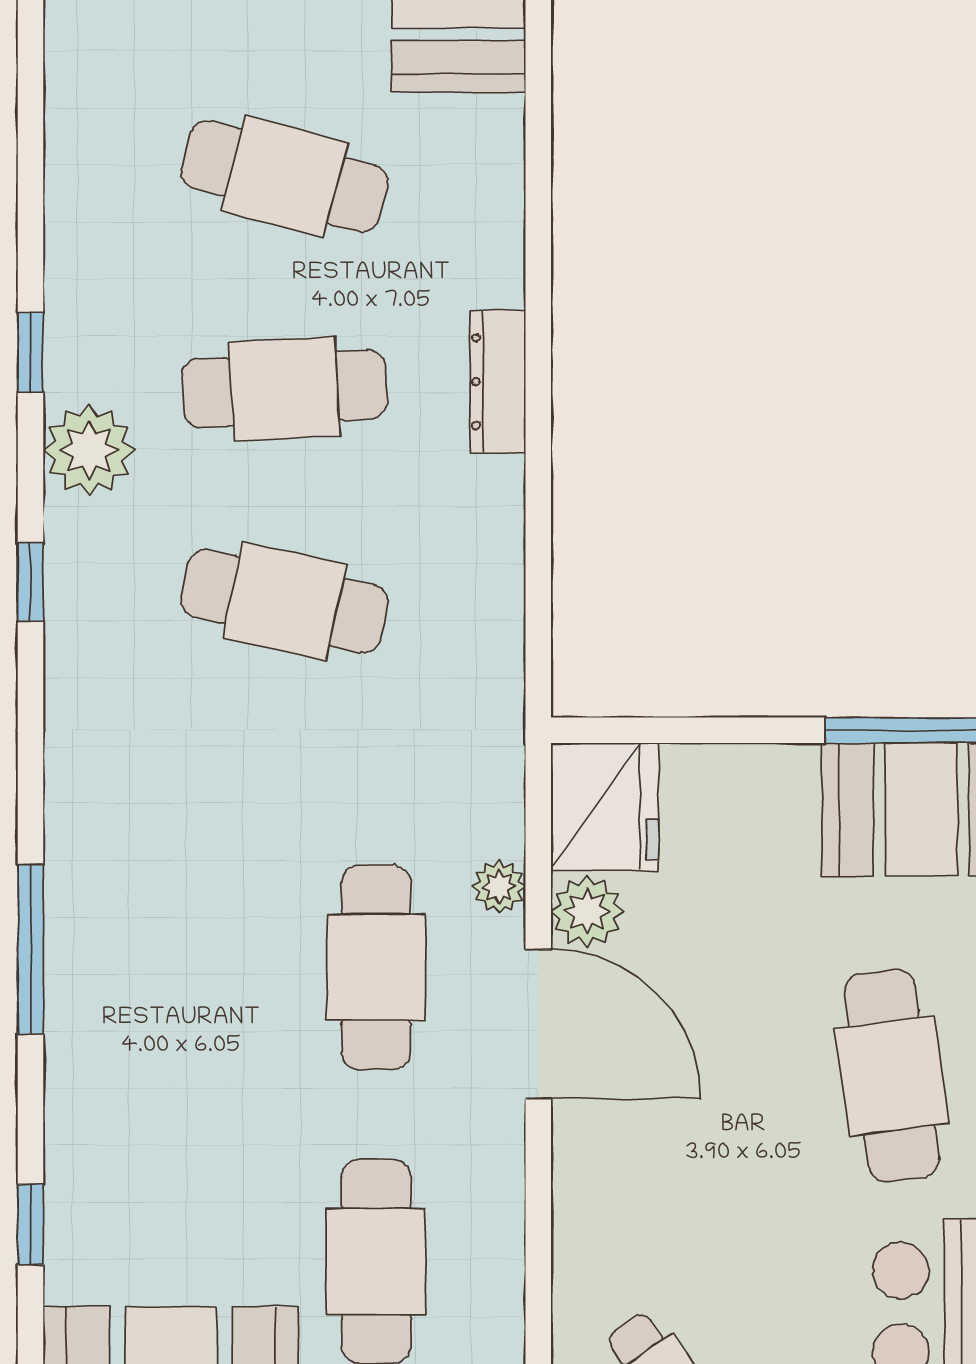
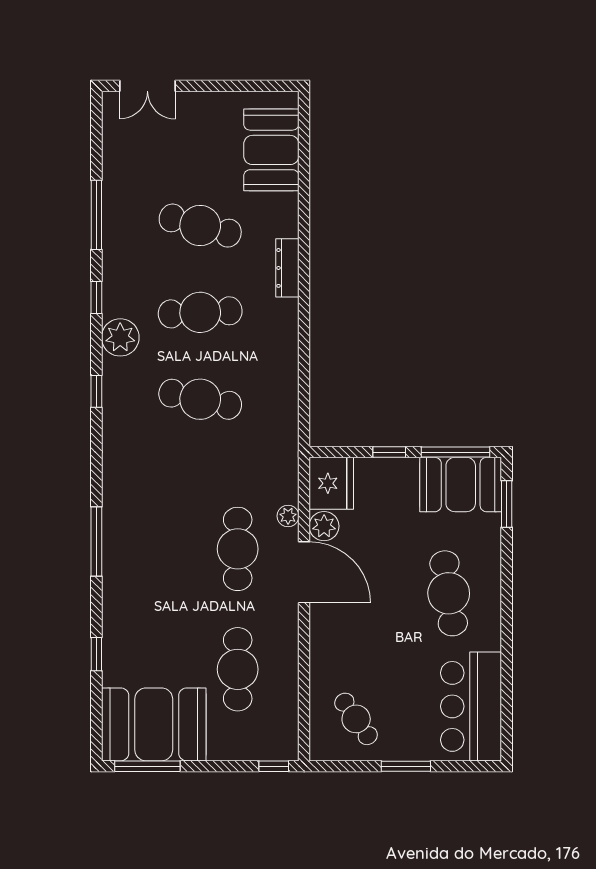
window: (30, 151) -> (96, 215), added
dresser: (498, 382) -> (287, 268), moved
window: (746, 730) -> (389, 452), added

